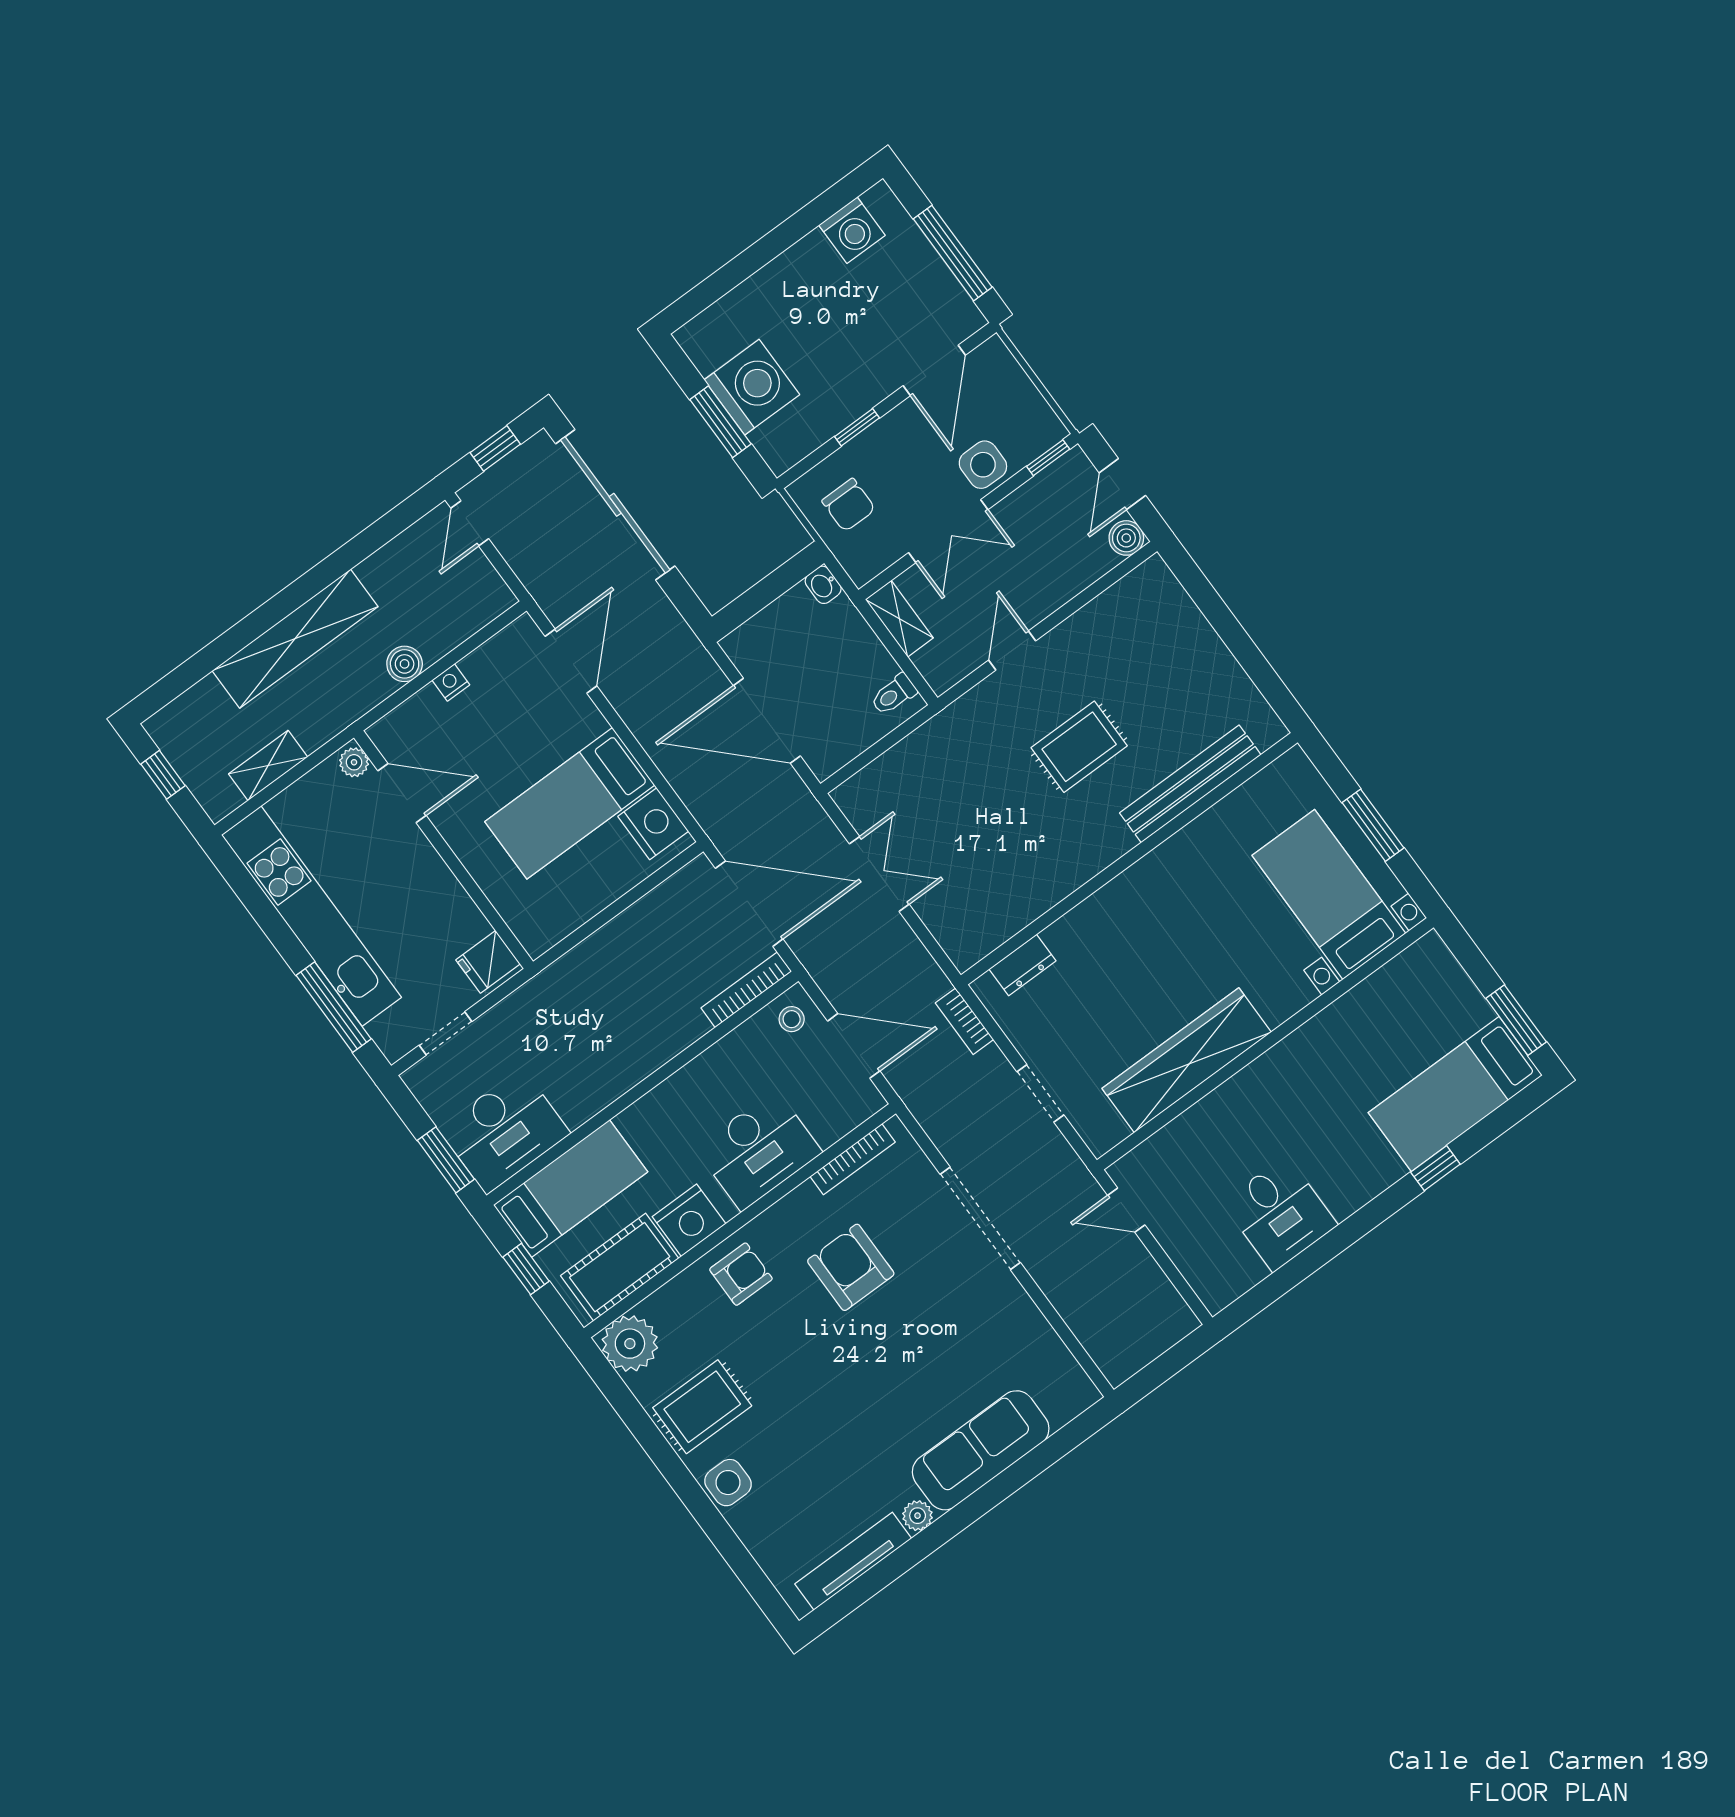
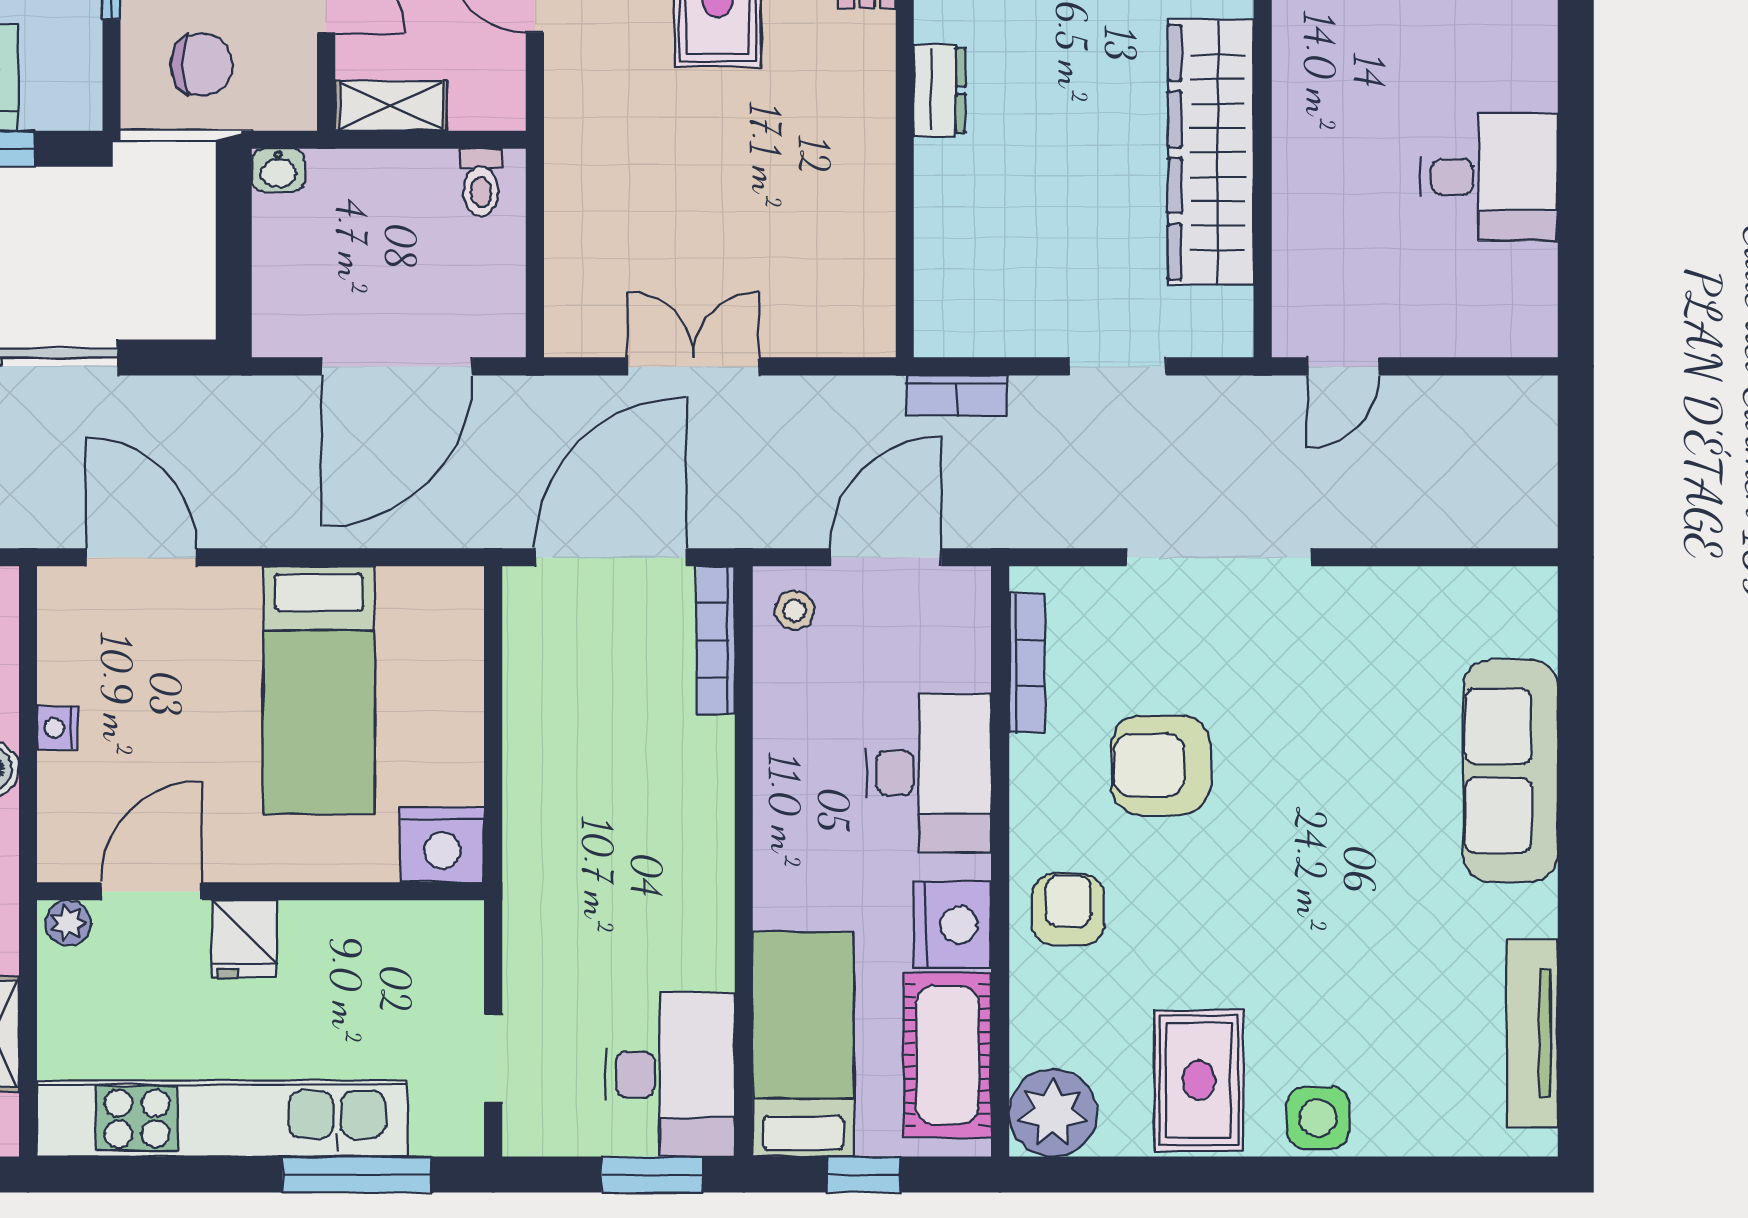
nightstand: (653, 824) -> (442, 845), moved, turned 180
fridge: (488, 962) -> (245, 939), moved
dresser: (1022, 965) -> (940, 90), moved
plant: (918, 1516) -> (1534, 910), removed

